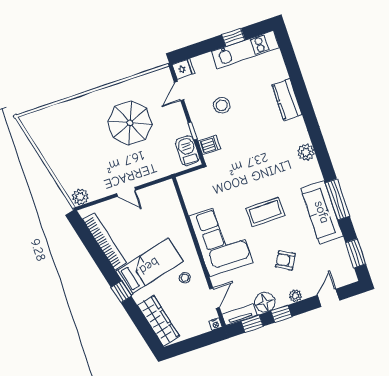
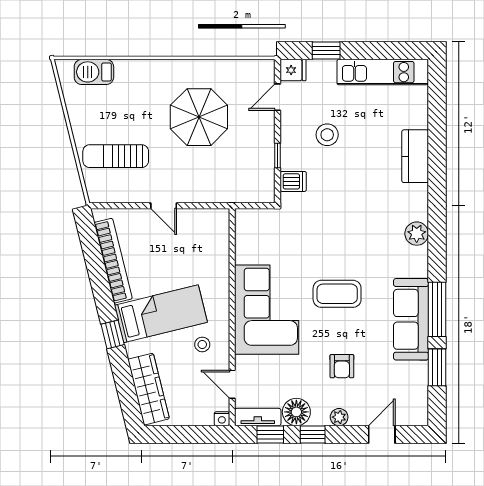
window: (233, 37) -> (326, 51), moved
barbecue: (187, 151) -> (94, 72), moved, turned -90
sun lounger: (82, 169) -> (116, 156), added
plant: (80, 197) -> (101, 192), removed
window: (356, 253) -> (437, 367), moved
armchair: (285, 260) -> (342, 366), turned -119
door: (214, 298) -> (232, 384), swing flipped

